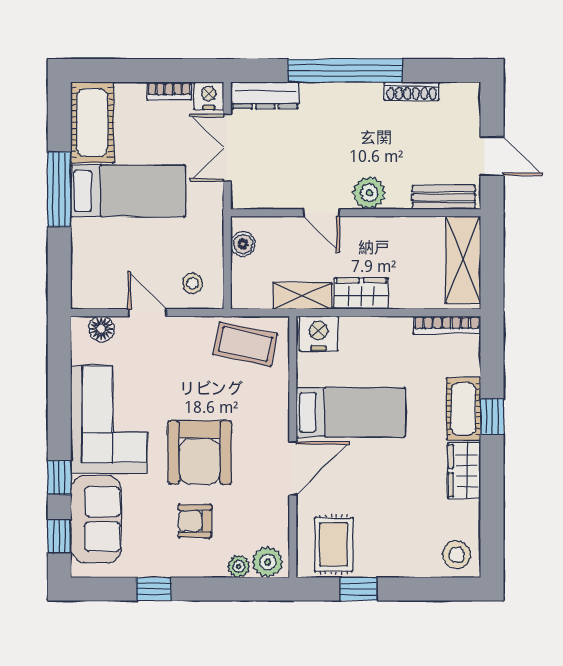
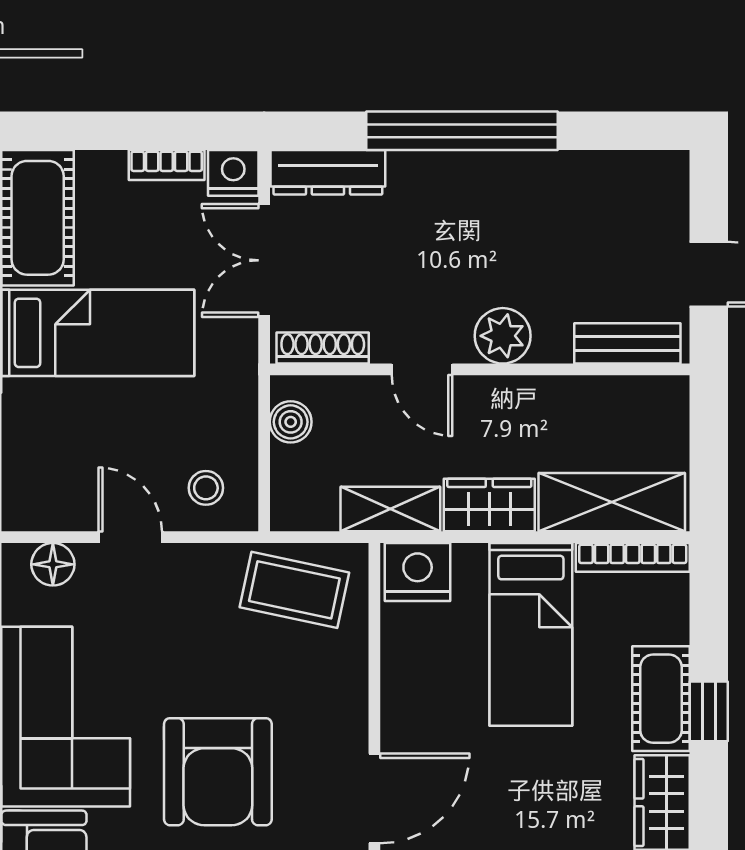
shoe rack: (412, 91) -> (323, 348), moved, turned 180
shelving: (463, 260) -> (612, 502), moved, turned 90
bed: (351, 412) -> (531, 634), moved, turned 90

